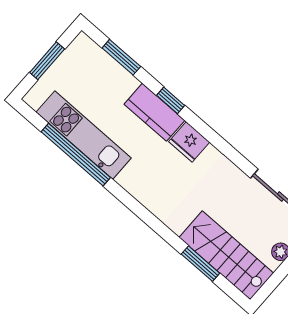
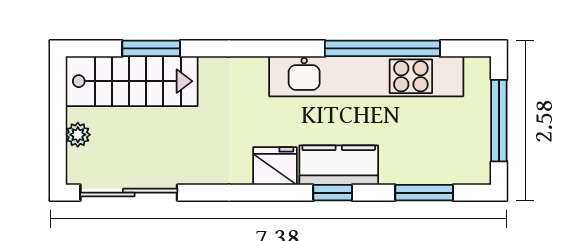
window: (47, 61) -> (499, 121), width x1.44
kitchen unit: (84, 135) -> (366, 76), width x1.36

